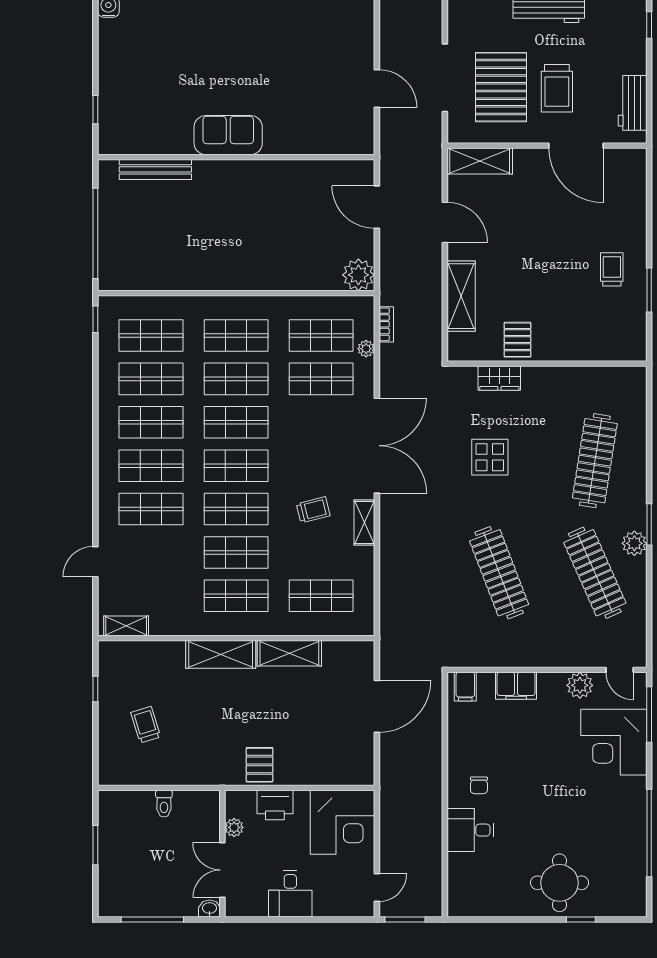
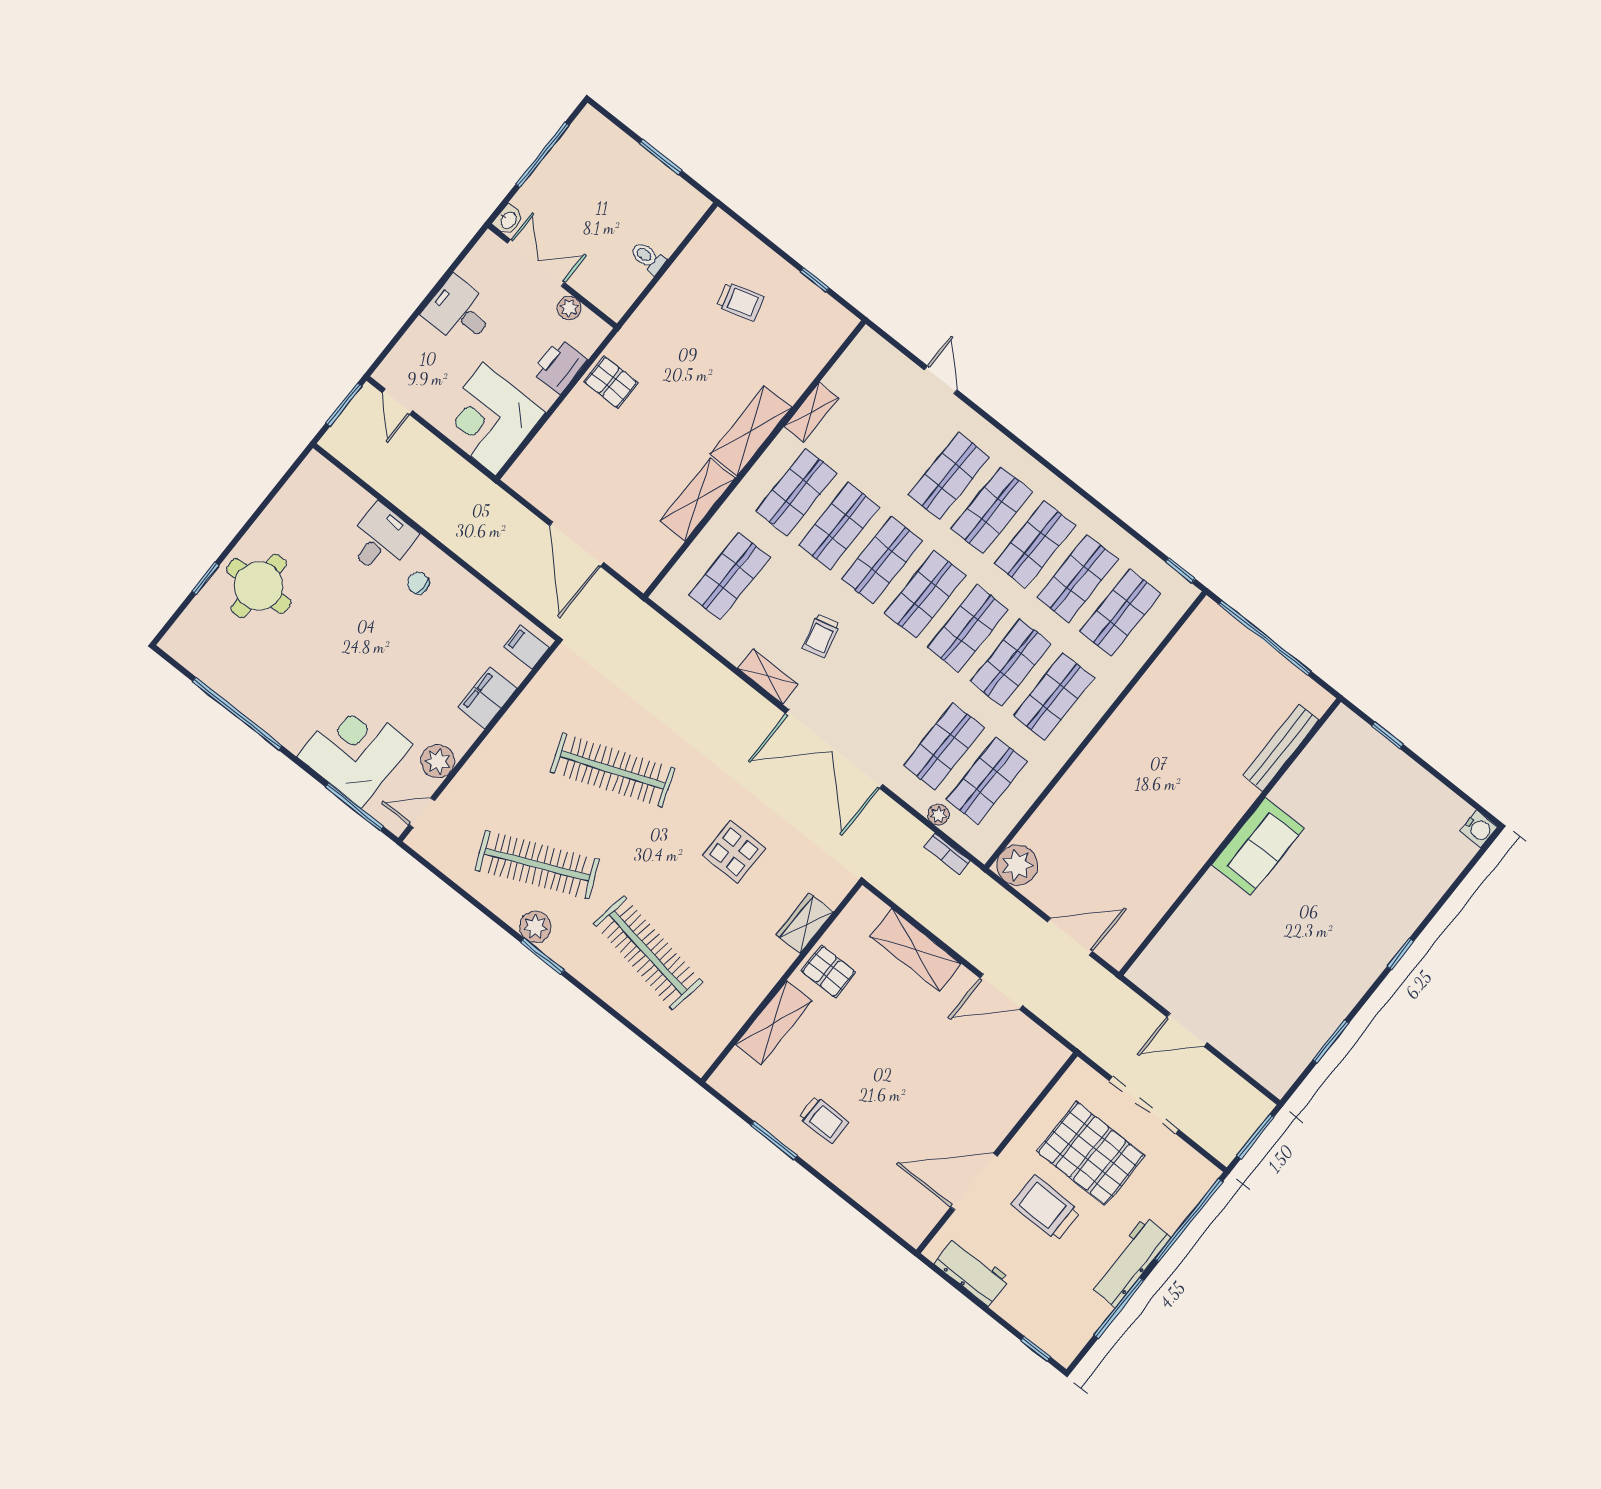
shelving: (480, 161) -> (774, 1023), moved
shelving: (126, 626) -> (811, 412), moved

